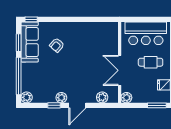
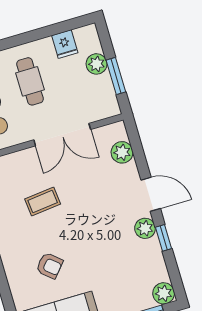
coffee table: (89, 51) -> (43, 201), added
plant: (126, 98) -> (97, 64), moved
window: (157, 105) -> (116, 76), moved

